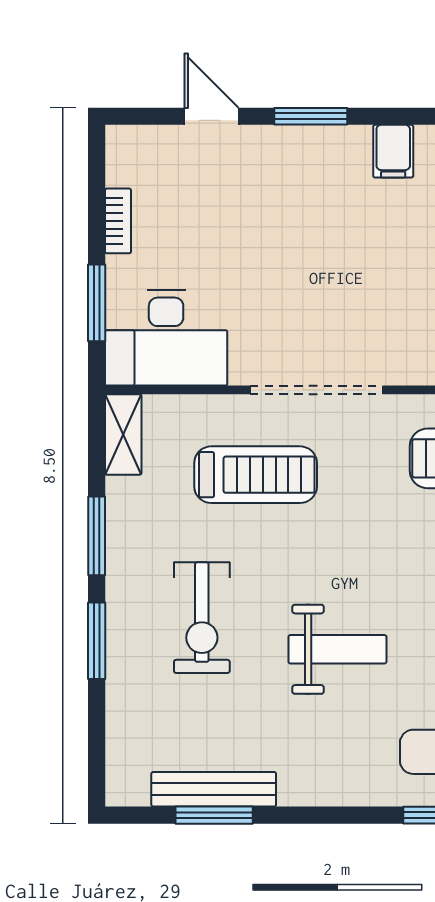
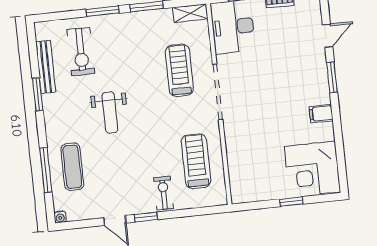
treadmill: (256, 475) -> (179, 70), turned 180
exercise bike: (202, 618) -> (81, 52), moved, turned -90
window: (214, 815) -> (38, 94), moved

